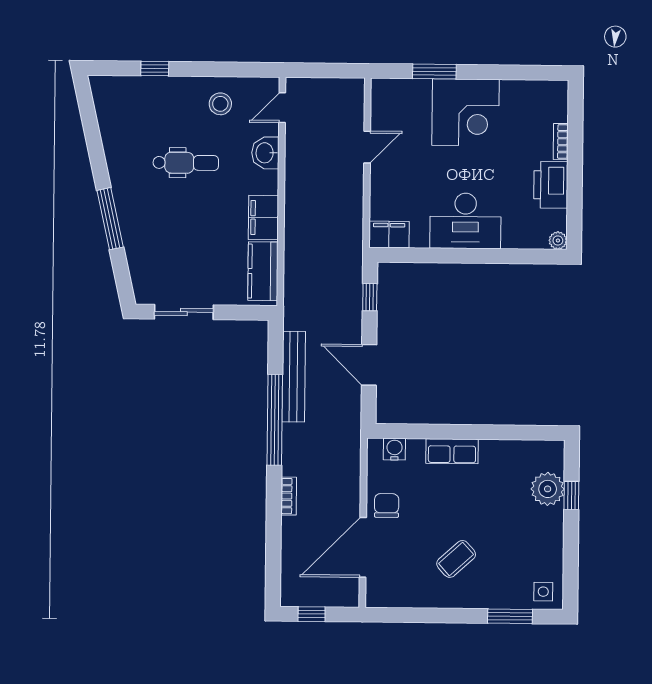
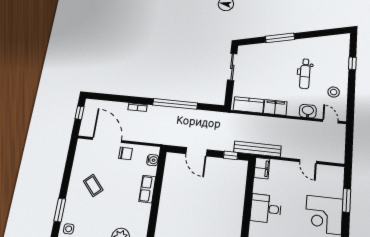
desk: (465, 221) -> (266, 209), width x0.73
door: (369, 365) -> (196, 152), swing flipped
bench: (294, 377) -> (257, 149), moved

